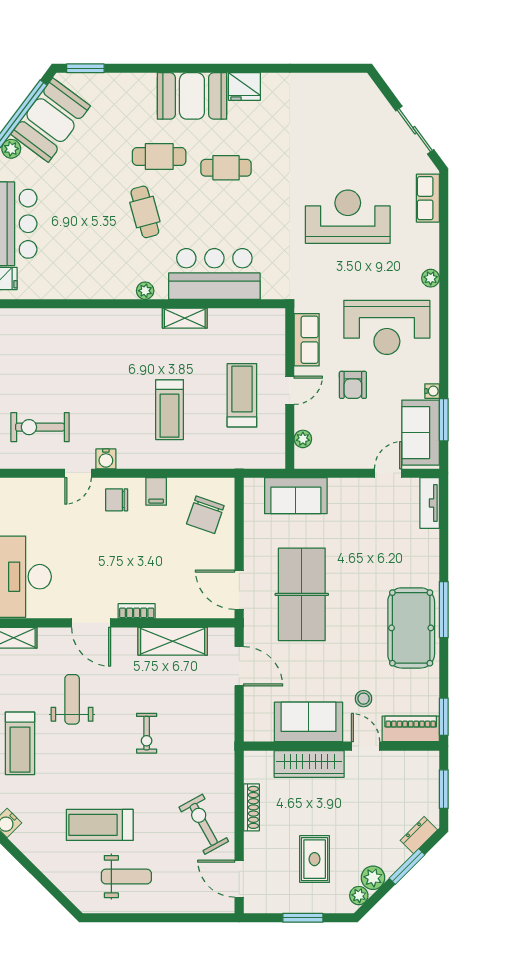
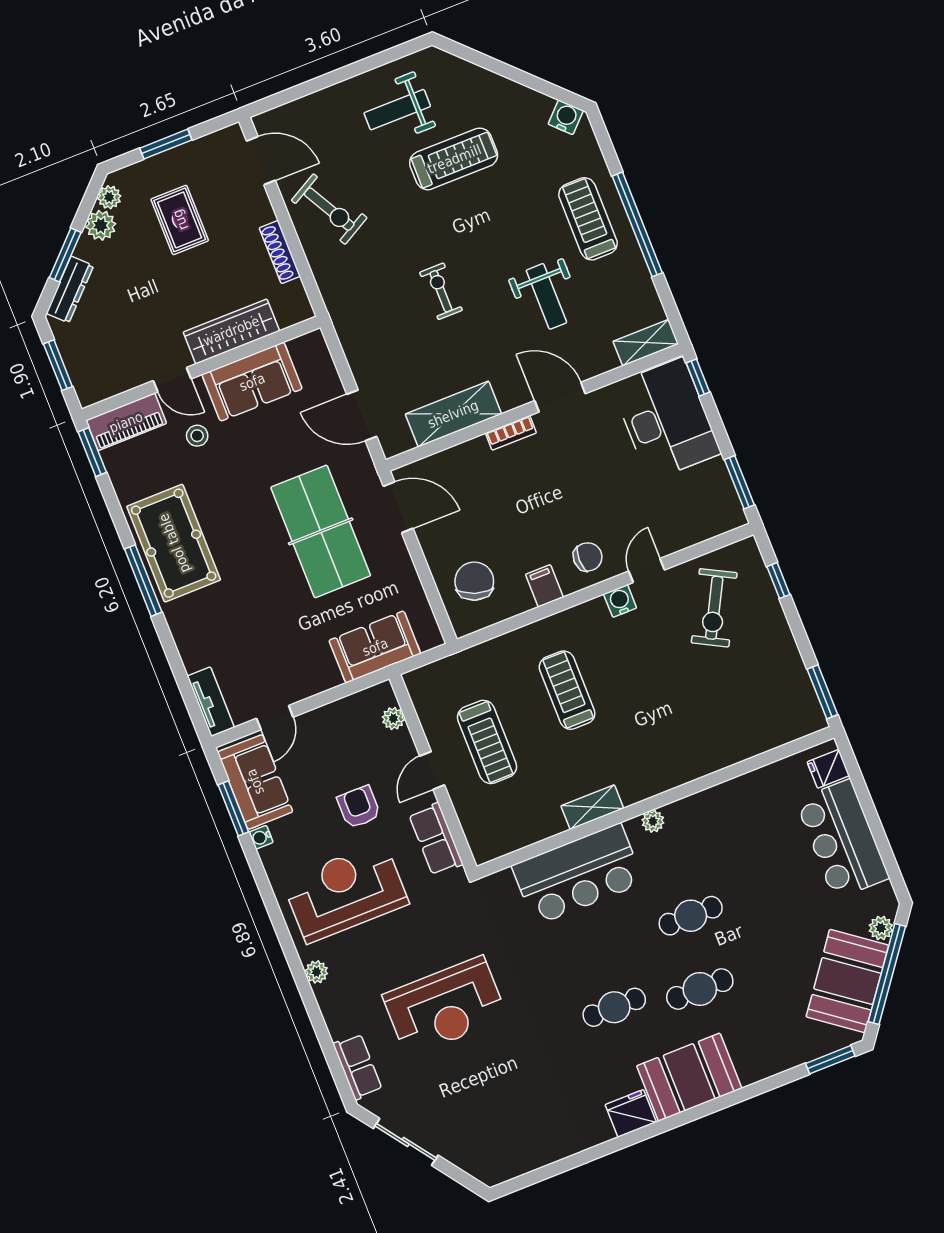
cafe table: (145, 212) -> (691, 916), turned -75
exercise bike: (40, 427) -> (714, 608), turned 118
dresser: (419, 835) -> (70, 290), width x1.44

